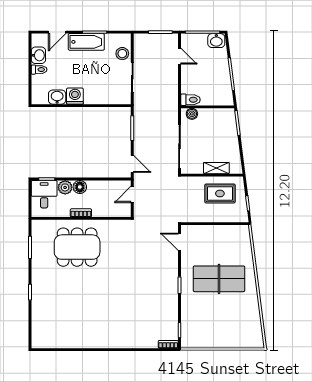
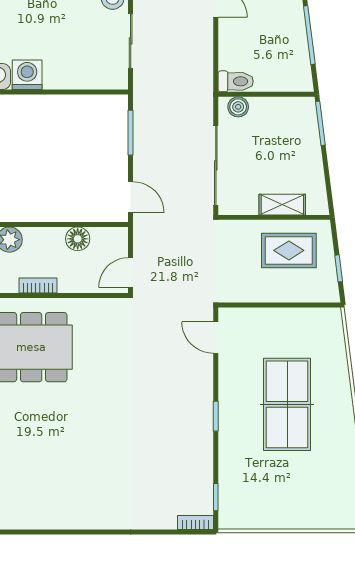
floor lamp: (80, 187) -> (78, 239), moved
door: (132, 194) -> (131, 273), moved
table tennis table: (219, 279) -> (287, 404), turned 90

